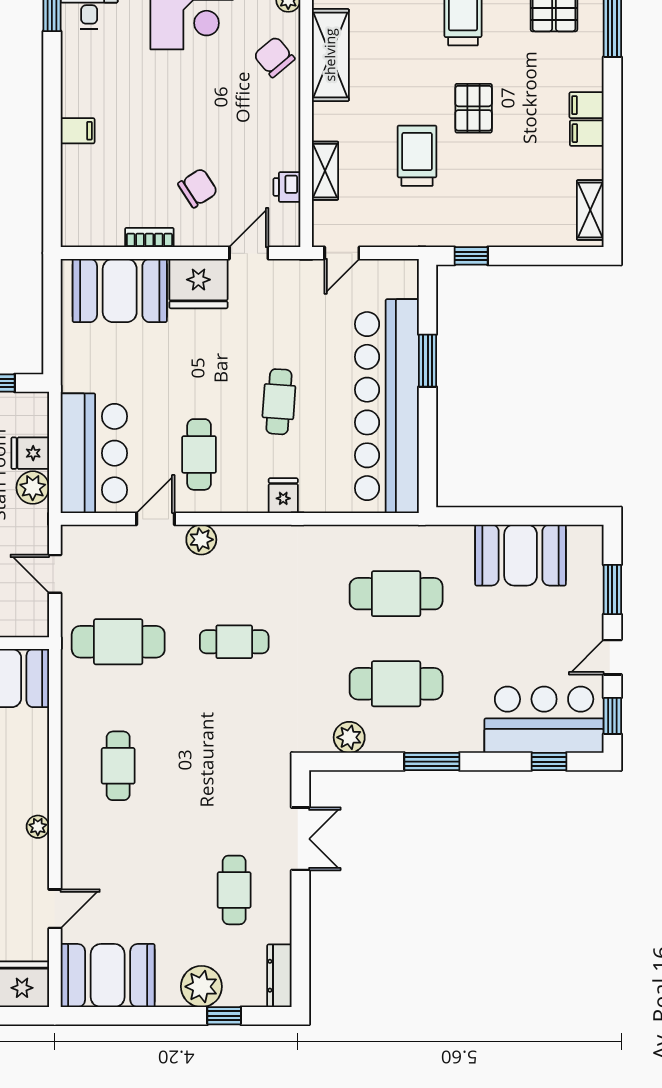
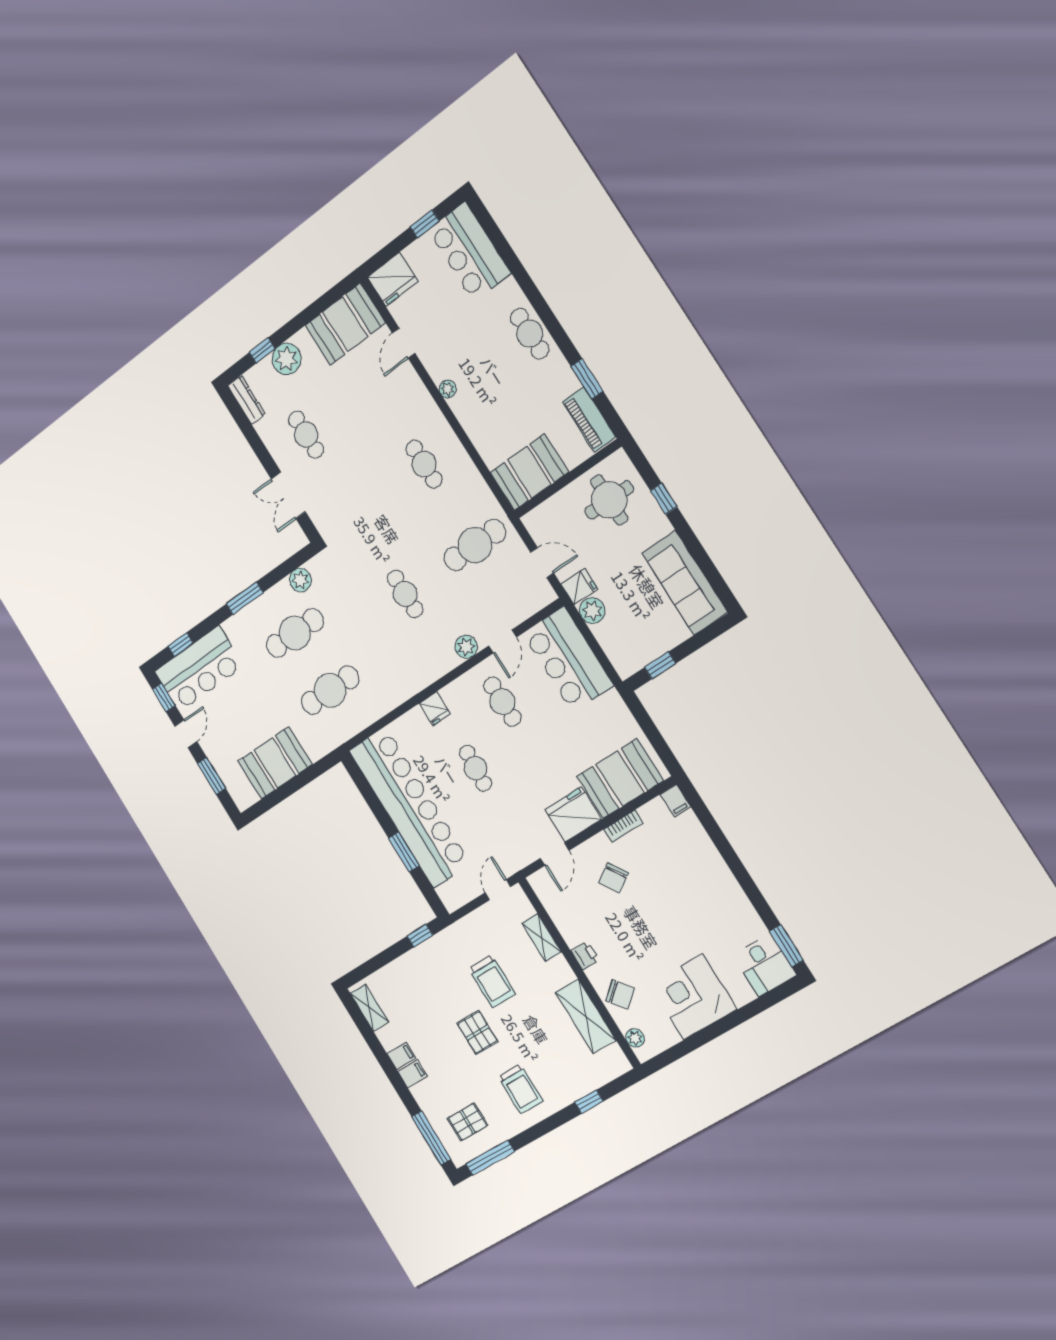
filing cabinet: (78, 131) -> (675, 800), moved, turned -90
printer: (287, 187) -> (585, 955), moved
fridge: (30, 453) -> (579, 587), moved
cafe table: (234, 642) -> (405, 594), turned 90

